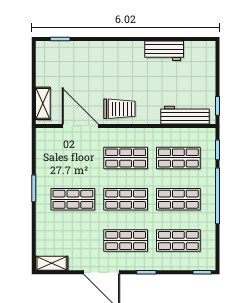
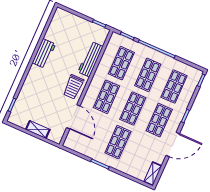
workbench: (164, 51) -> (44, 53), moved
shelving: (43, 103) -> (38, 129), moved
trolley: (119, 109) -> (73, 87), turned 180
workbench: (185, 115) -> (90, 59), moved
door: (80, 126) -> (73, 117), swing flipped

